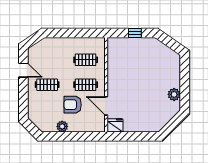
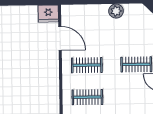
armchair: (73, 105) -> (103, 39), removed

